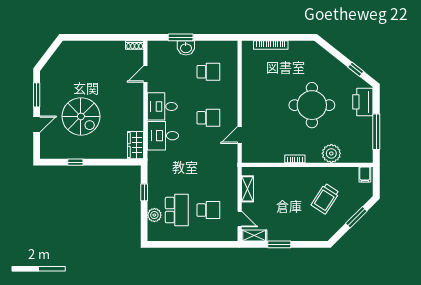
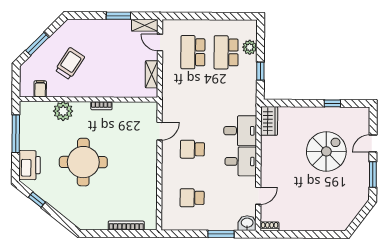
washbasin: (186, 48) -> (247, 223), moved
spiral stairs: (81, 116) -> (326, 151), turned 90
filing cabinet: (365, 174) -> (40, 89), moved
school desk: (208, 210) -> (193, 52), width x1.85

